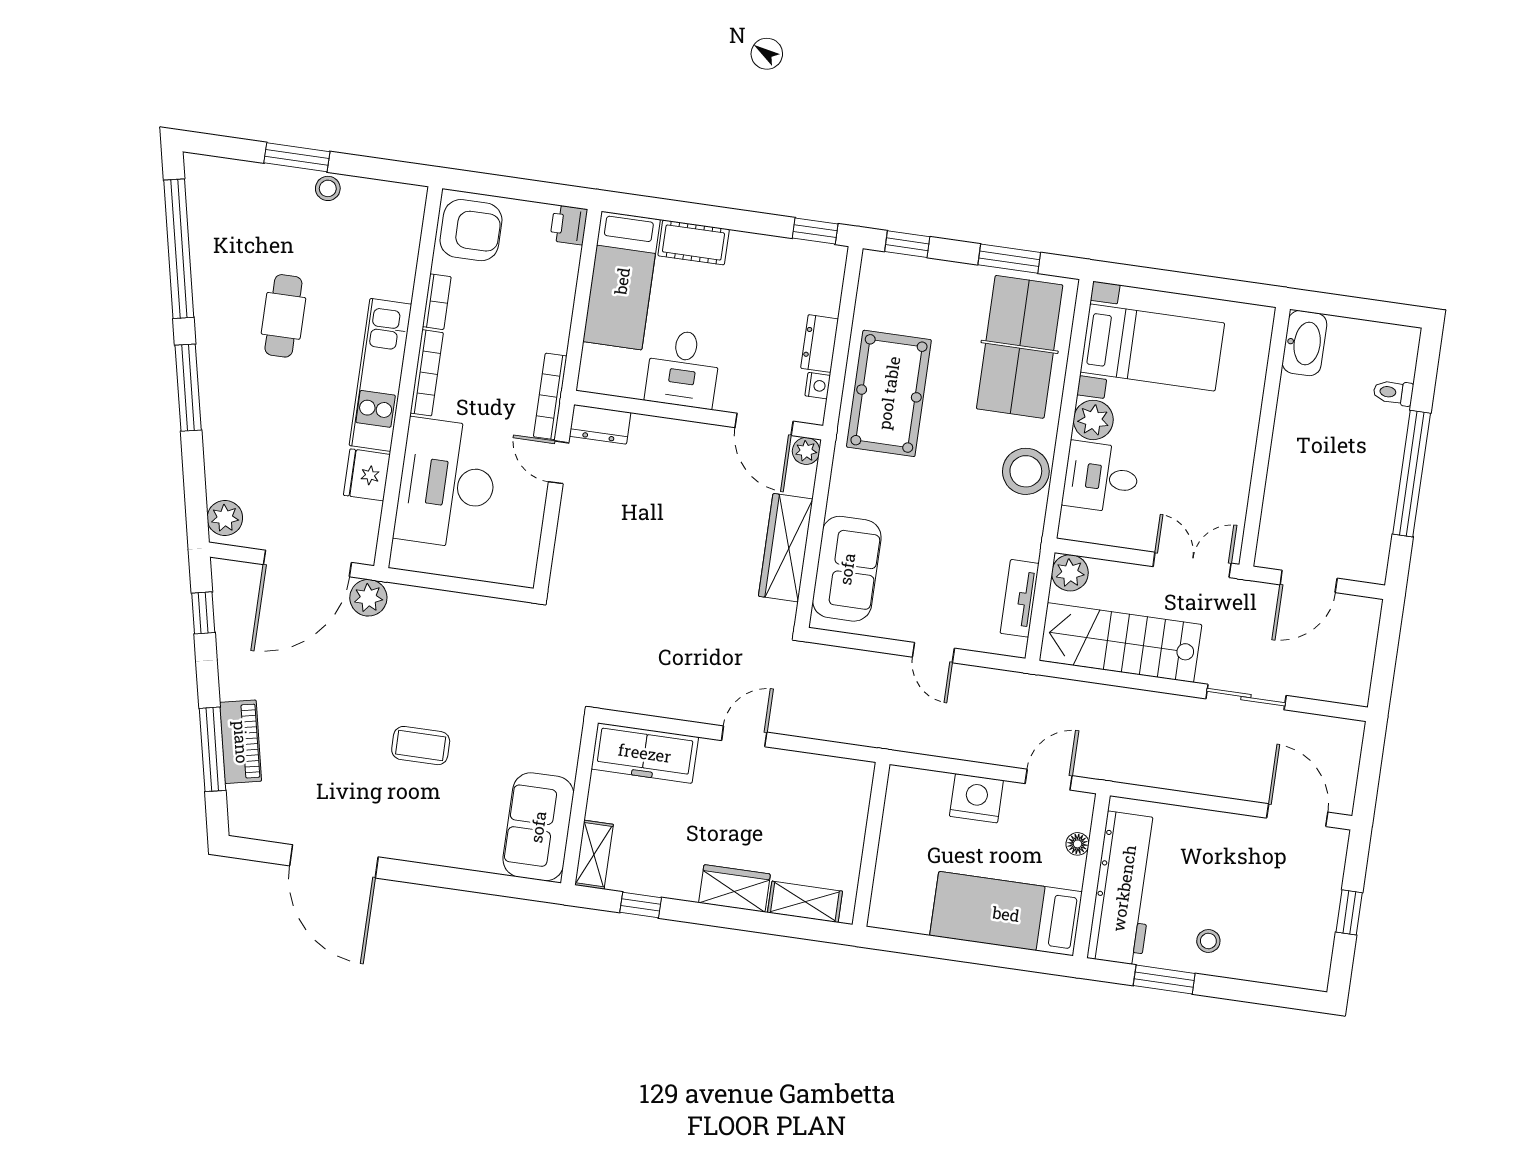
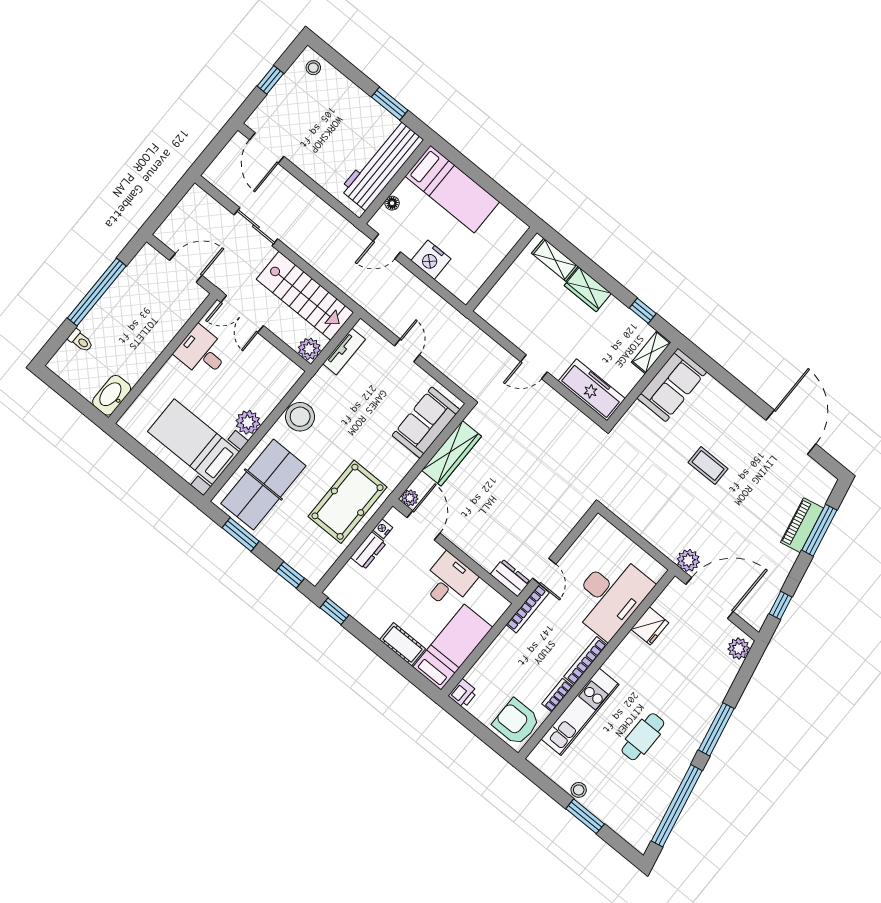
kitchen unit: (380, 375) -> (580, 712), moved
desk: (1101, 477) -> (202, 352), moved, turned 180
stool: (1208, 941) -> (313, 68), moved

